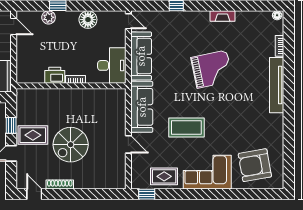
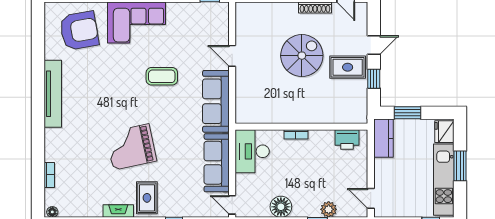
printer: (55, 75) -> (347, 140), moved
tv unit: (277, 85) -> (53, 94), moved
coffee table: (186, 127) -> (162, 76), width x0.73, depth x0.76
rug: (164, 176) -> (147, 198), moved, turned 90

